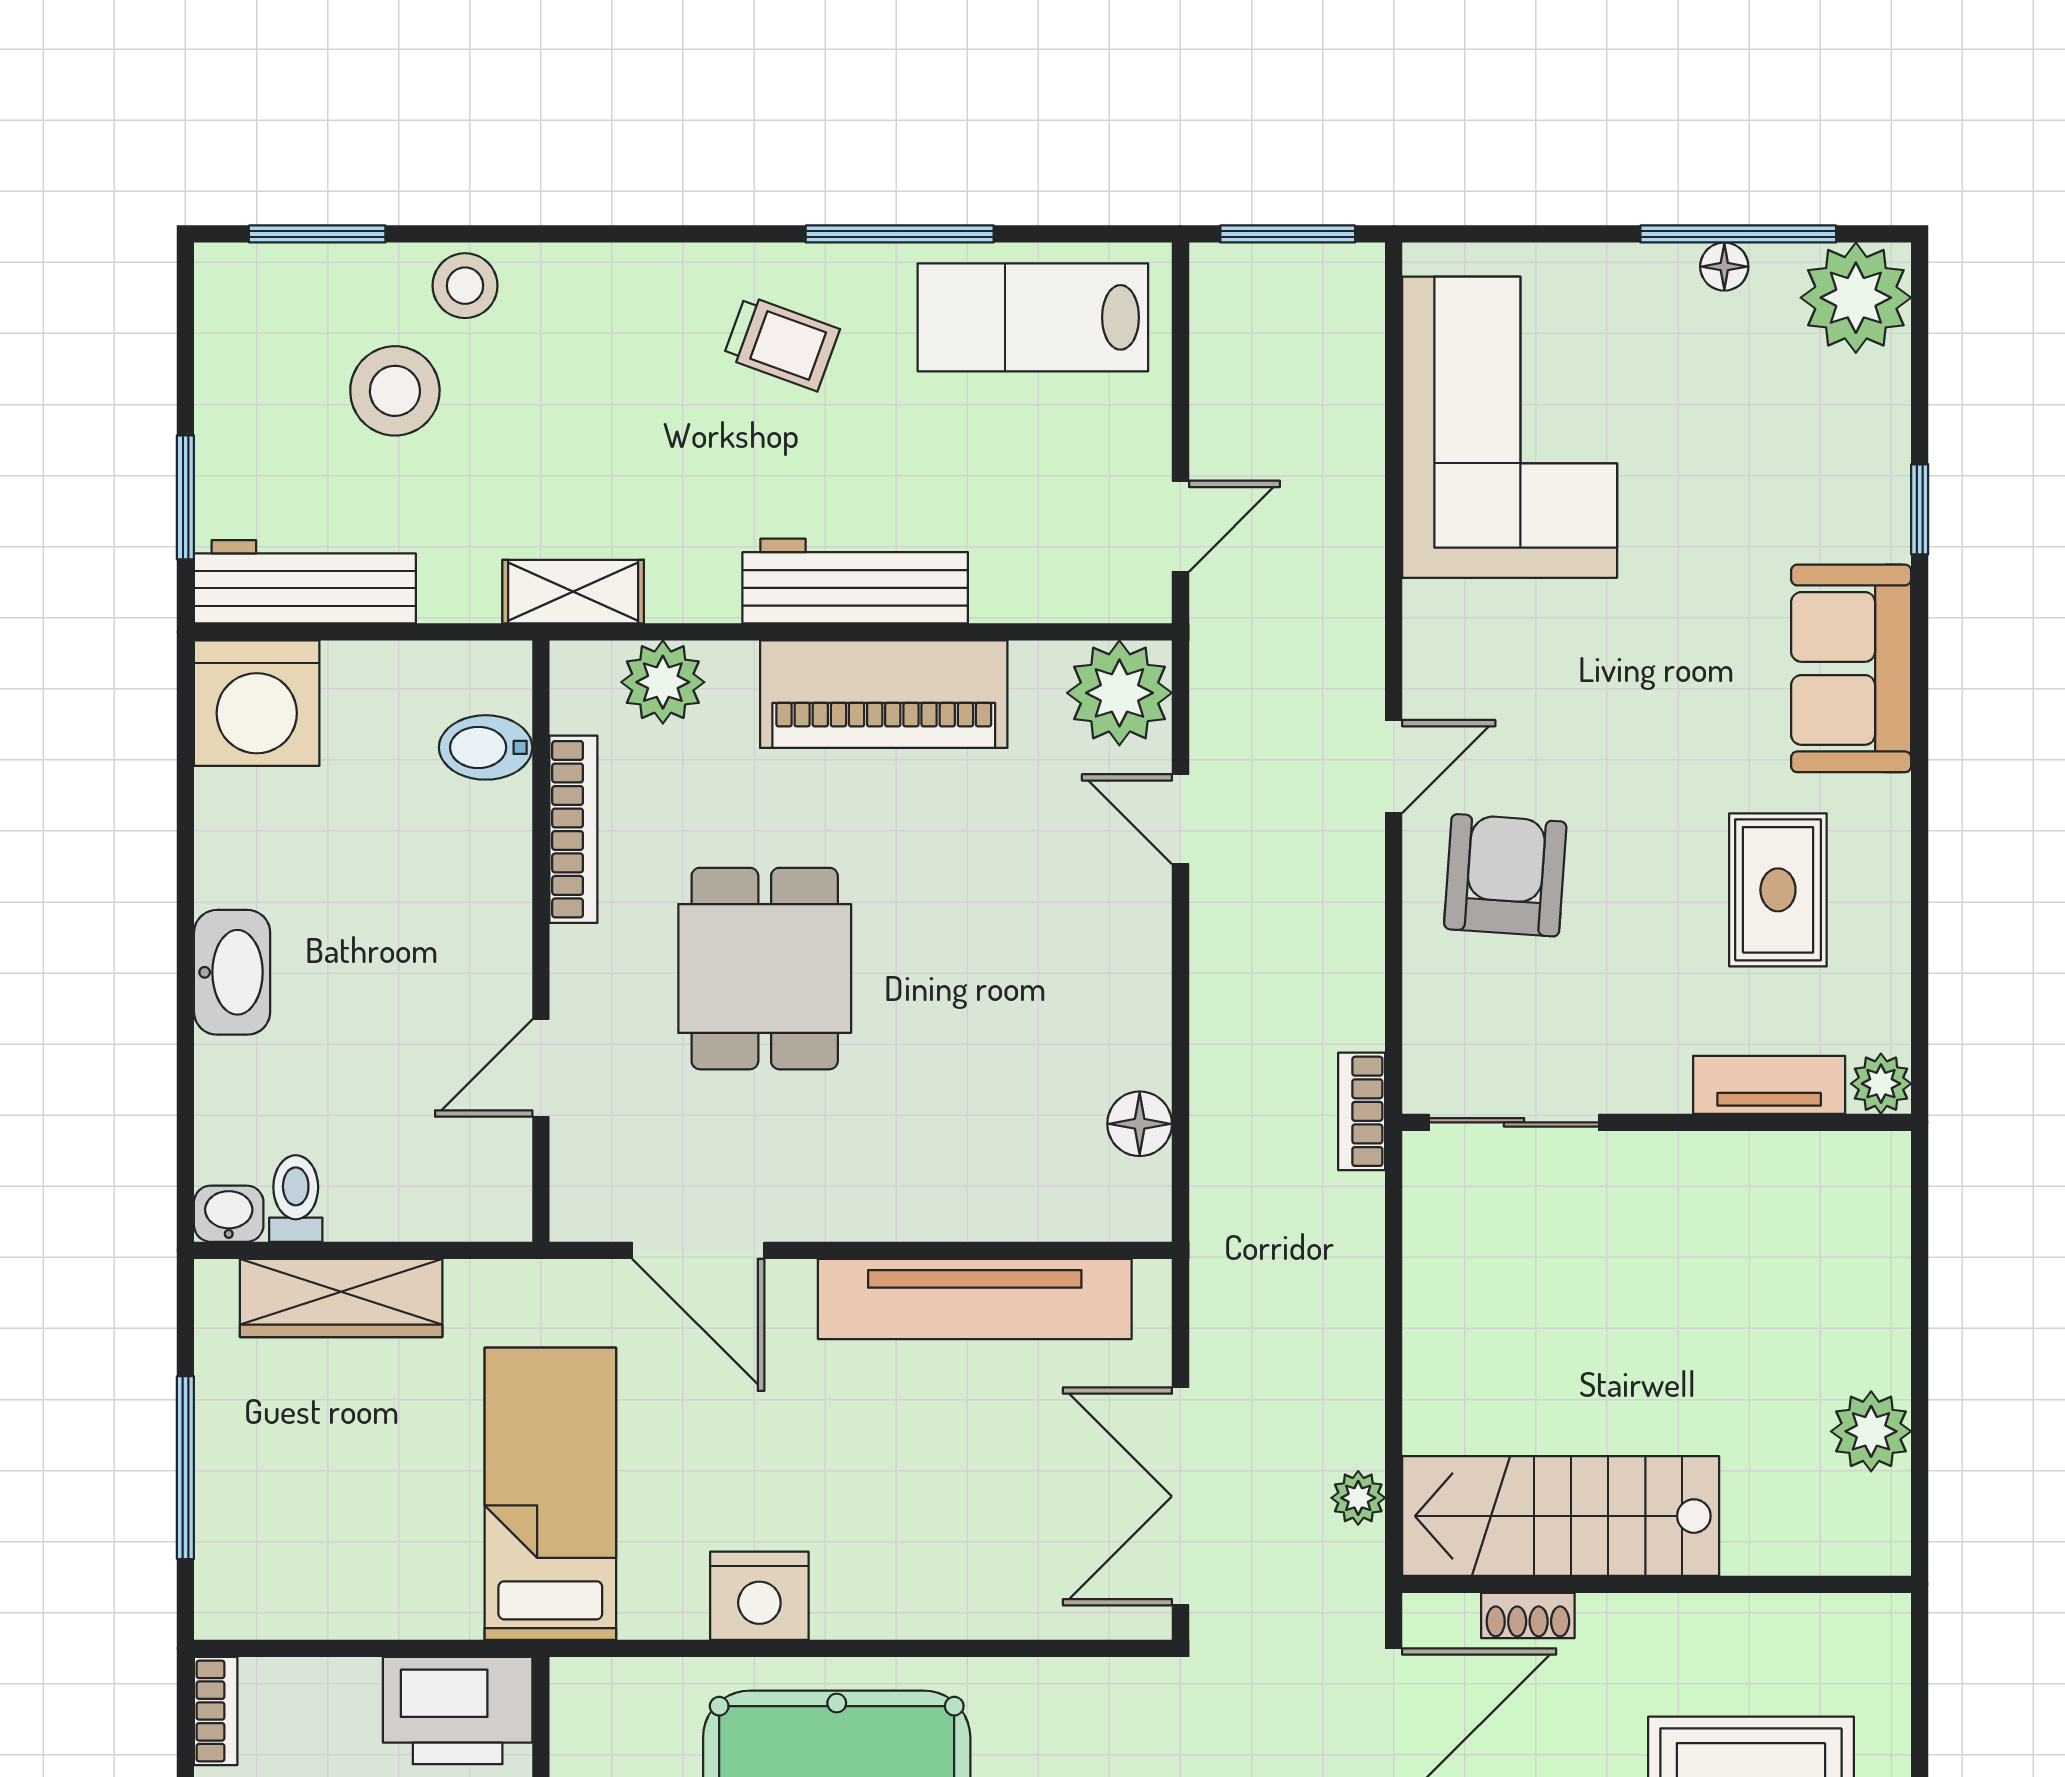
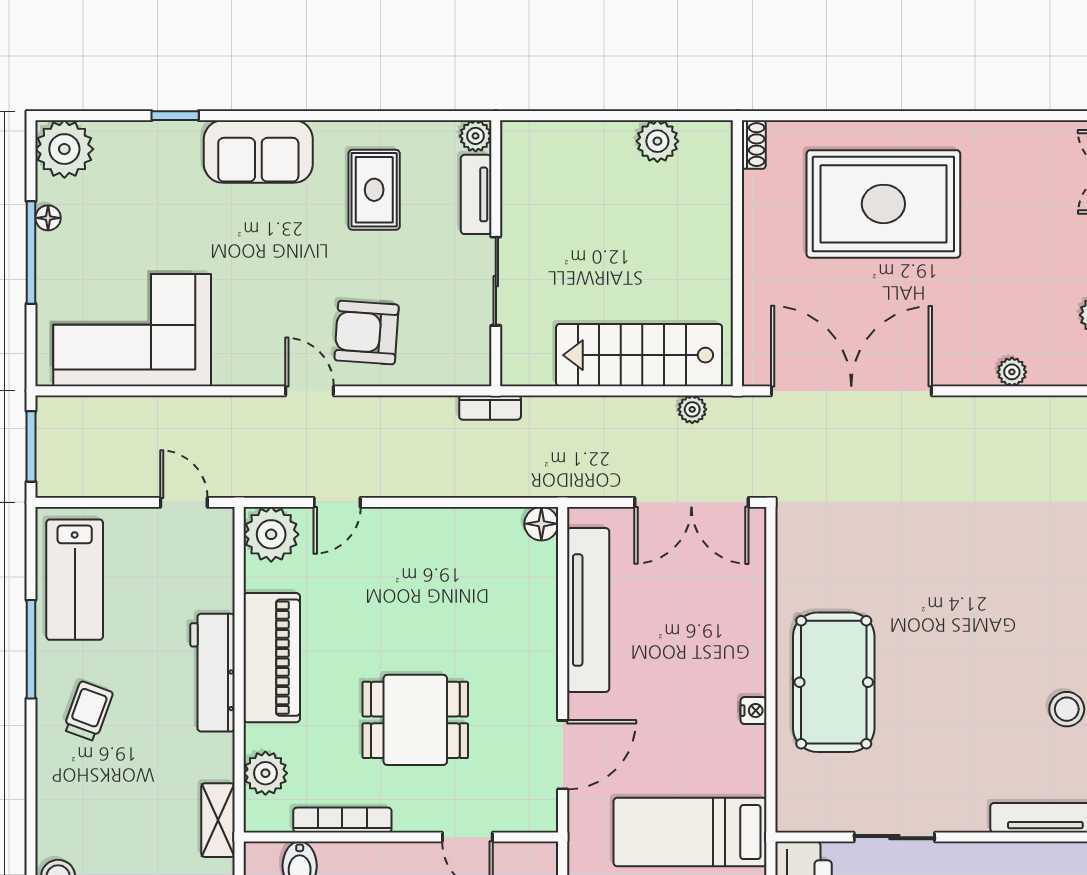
window: (1738, 234) -> (31, 253), moved
rug: (1778, 890) -> (374, 190), turned 90
sliding door: (1514, 1122) -> (496, 281), moved
floor lamp: (1140, 1124) -> (541, 524), moved
stairs: (1561, 1516) -> (639, 355), moved, turned 90
nightstand: (759, 1596) -> (754, 711), width x0.53, depth x0.56
shoe rack: (1528, 1616) -> (754, 145), moved

